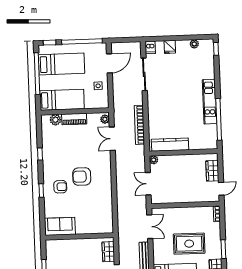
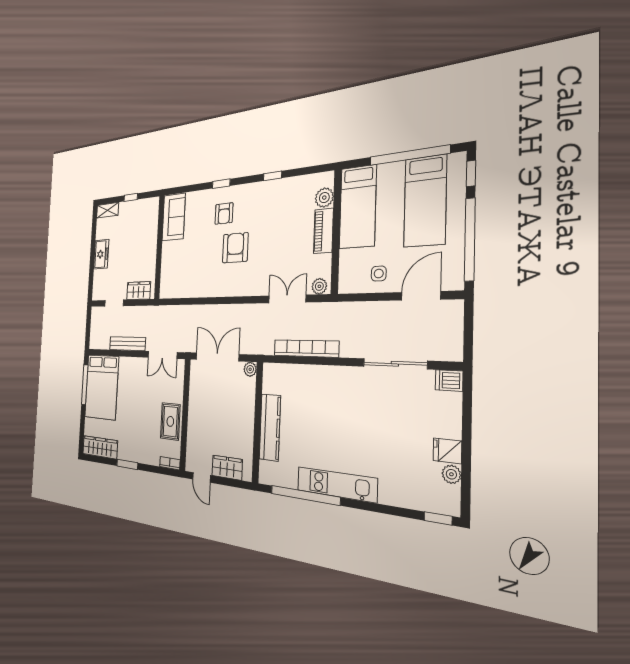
fridge: (170, 47) -> (447, 451), moved
door: (109, 63) -> (421, 296), swing flipped
kitchen counter: (170, 145) -> (270, 427), moved
double door: (148, 184) -> (217, 357), width x1.37
rug: (189, 244) -> (170, 421), moved, width x0.73, depth x0.70

